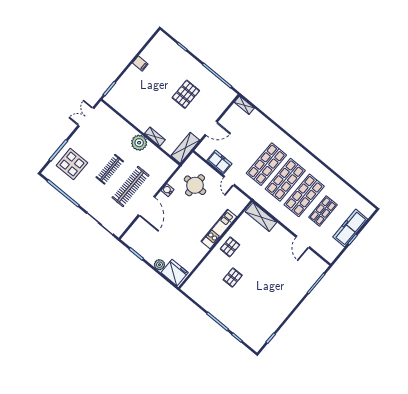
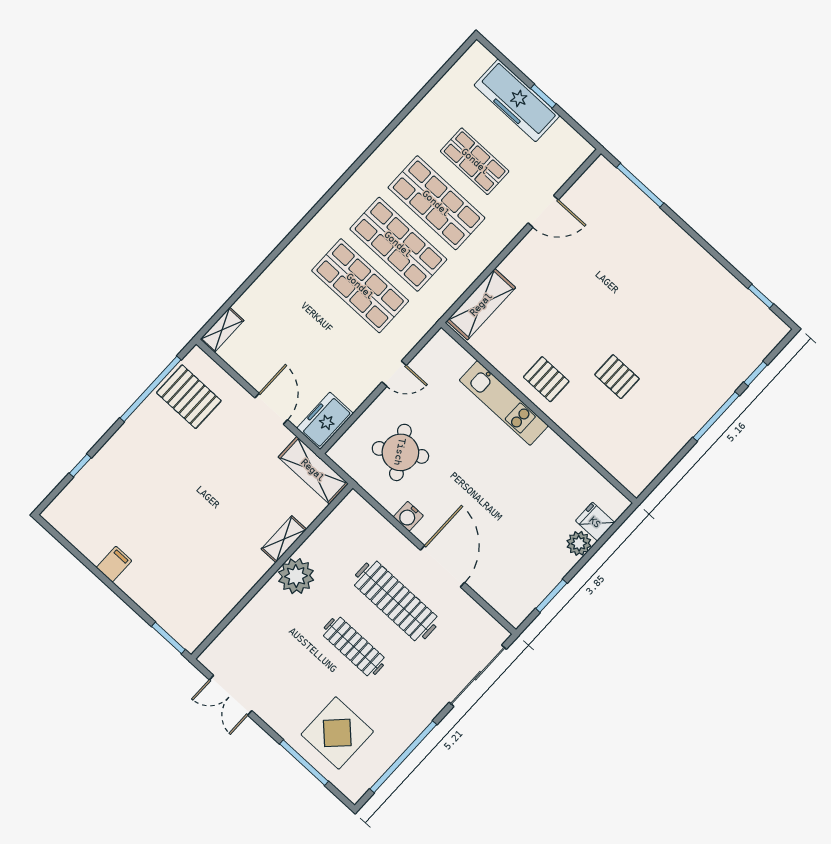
pallet: (186, 94) -> (189, 397), moved
freezer: (219, 162) -> (325, 421), moved
round table: (195, 185) -> (400, 452), turned -32
door: (147, 206) -> (443, 566), hinge flipped
fridge: (175, 273) -> (595, 522), width x0.53, depth x0.75

